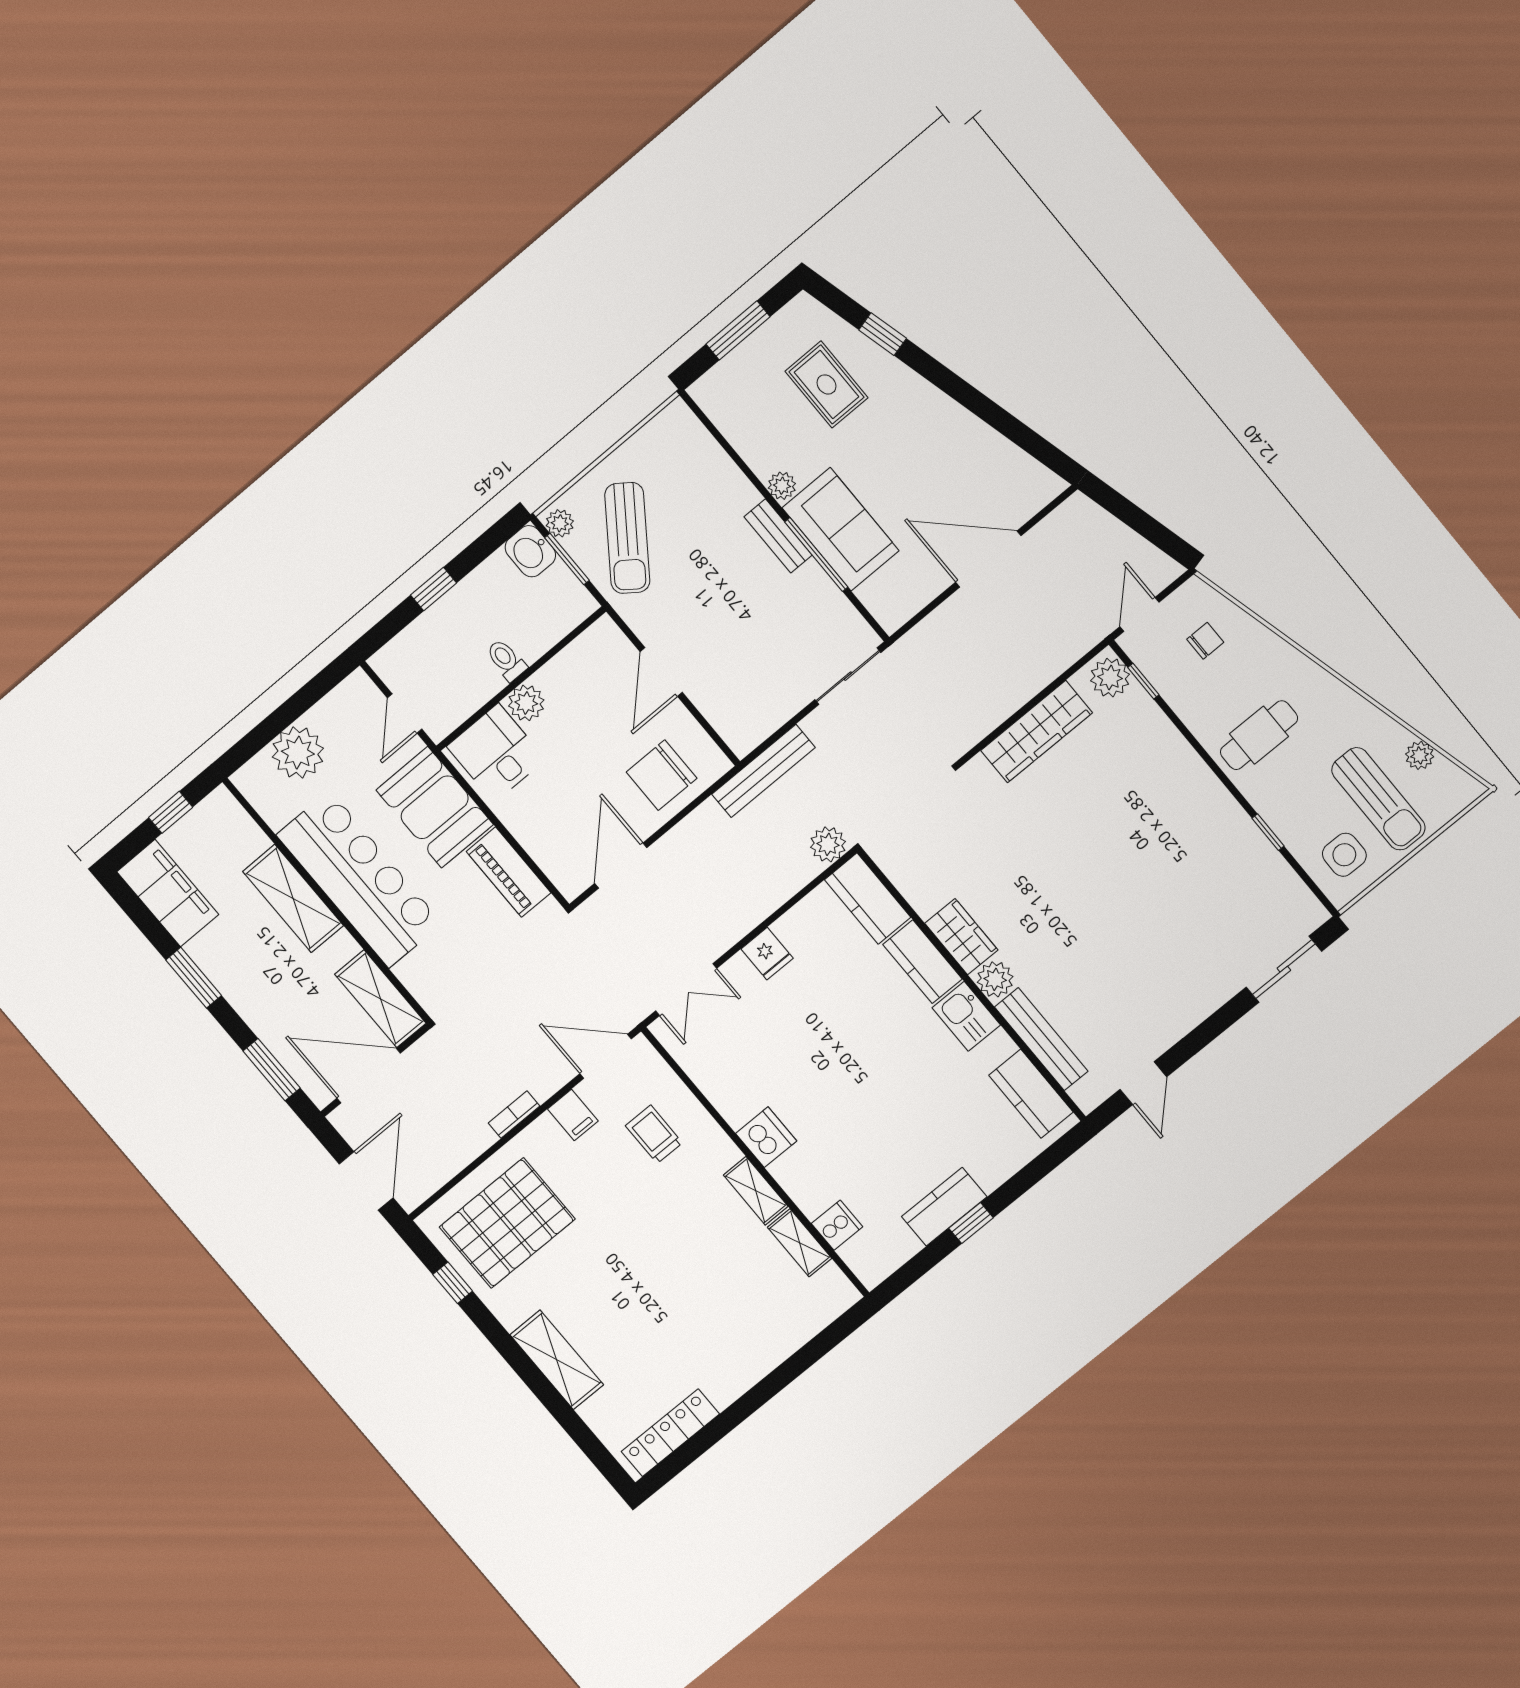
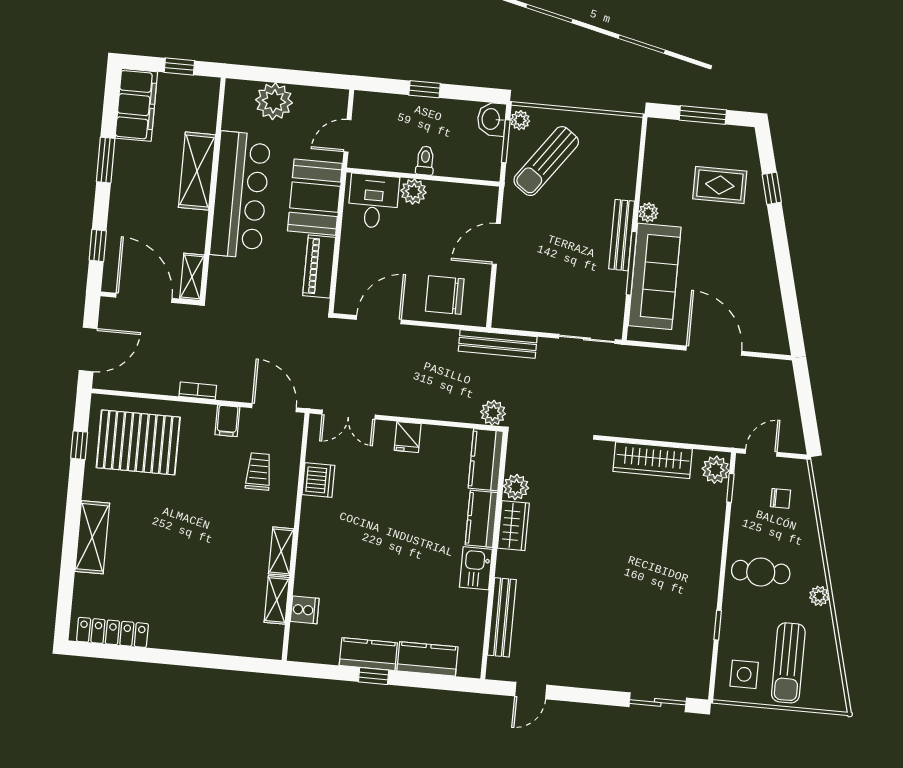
rug: (826, 384) -> (720, 185), turned 90
sofa: (841, 529) -> (655, 276), width x1.36
bench: (778, 536) -> (622, 235), width x1.36
plant: (1420, 755) -> (819, 596), moved
plant: (995, 979) -> (516, 487), moved
shelving: (380, 999) -> (192, 277), width x0.67, depth x0.75
window: (272, 1070) -> (98, 246), width x0.67
kitchen counter: (1031, 1094) -> (427, 659), moved, turned 90
dishwasher: (766, 1137) -> (318, 480), moved

